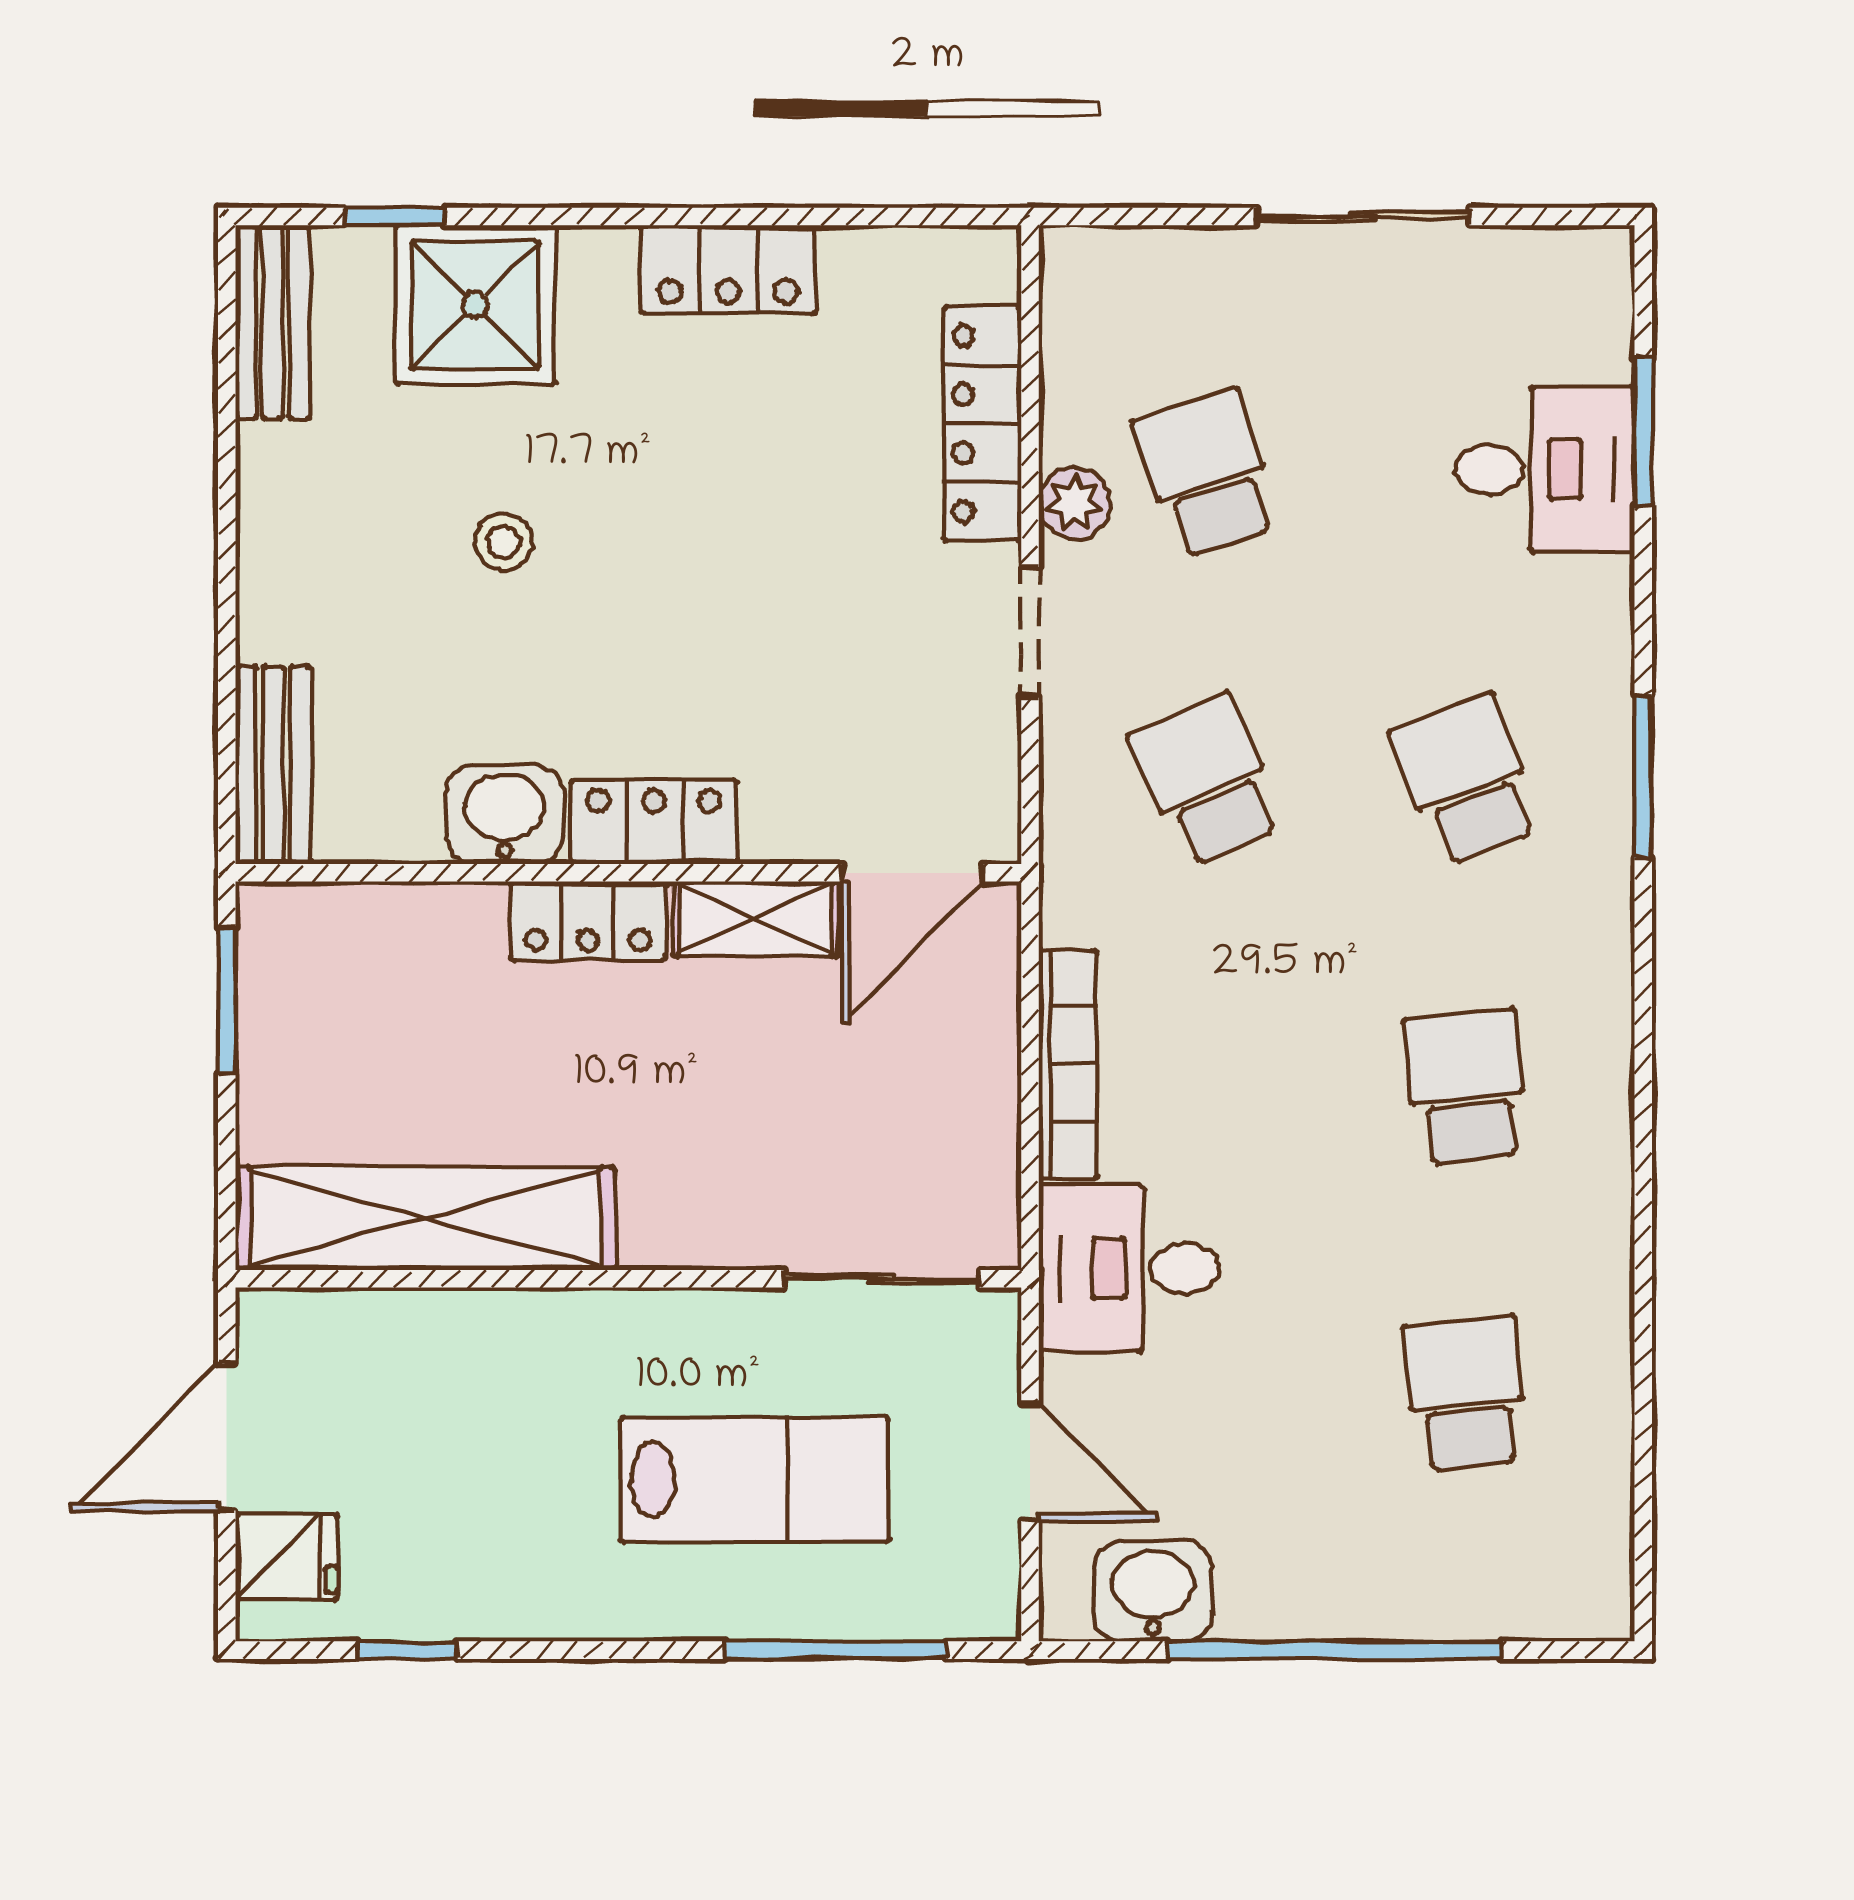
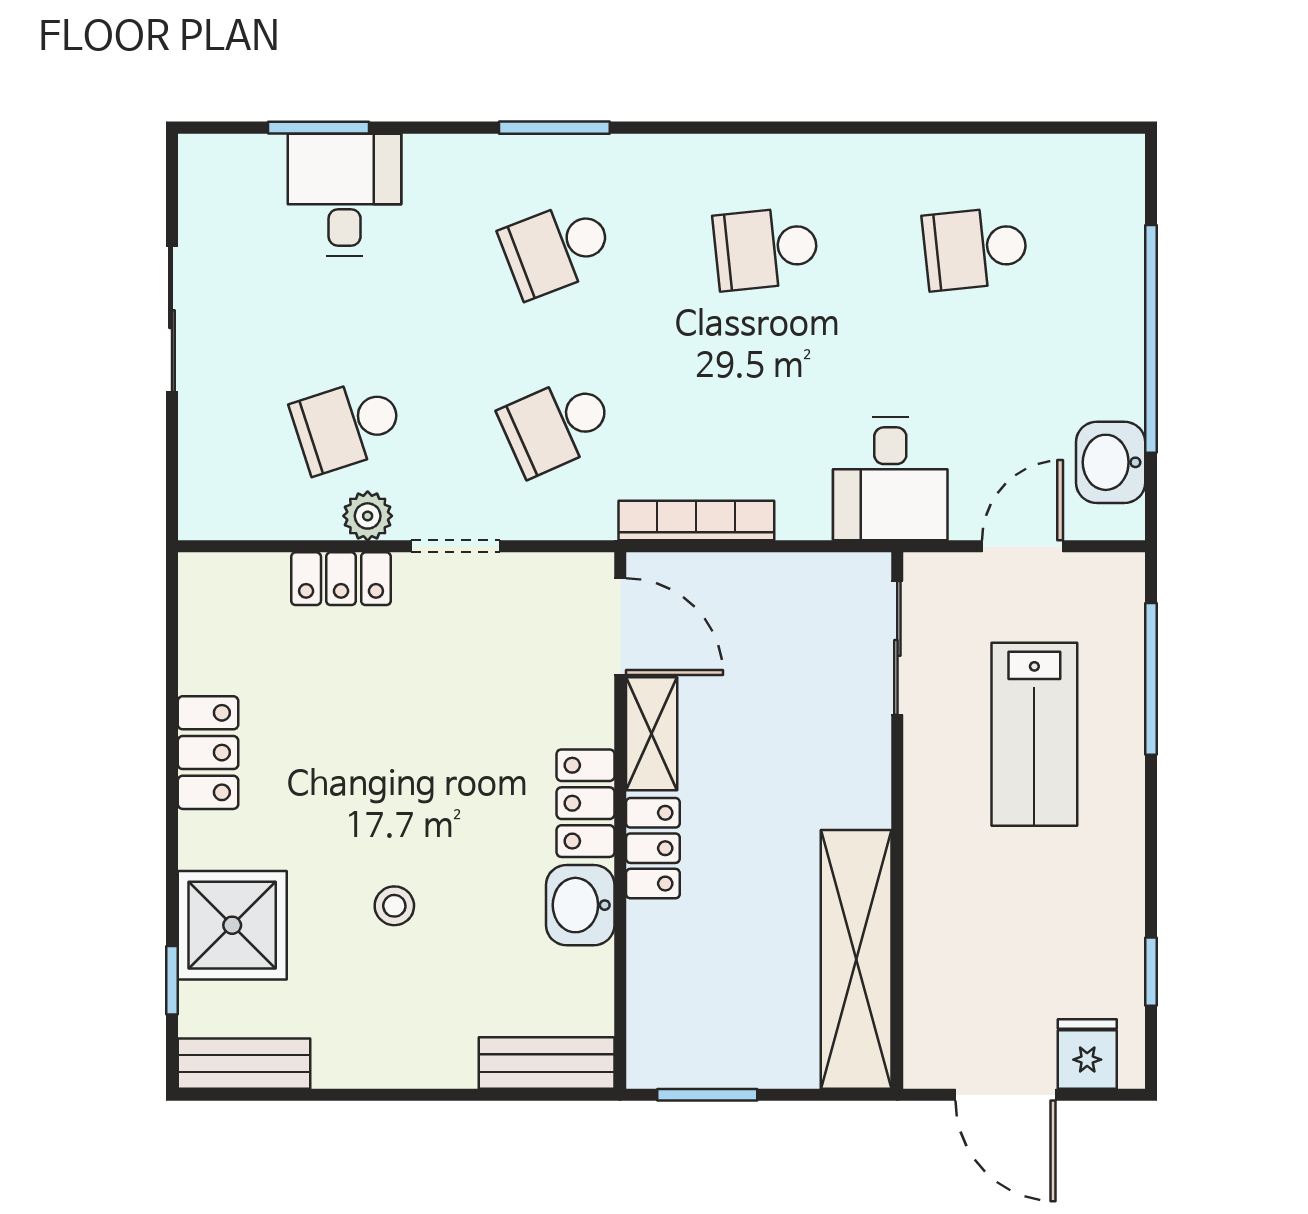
locker: (983, 424) -> (341, 579), width x0.66
bookcase: (1068, 1064) -> (696, 521), moved
lab bench: (755, 1479) -> (1034, 734), turned 180

